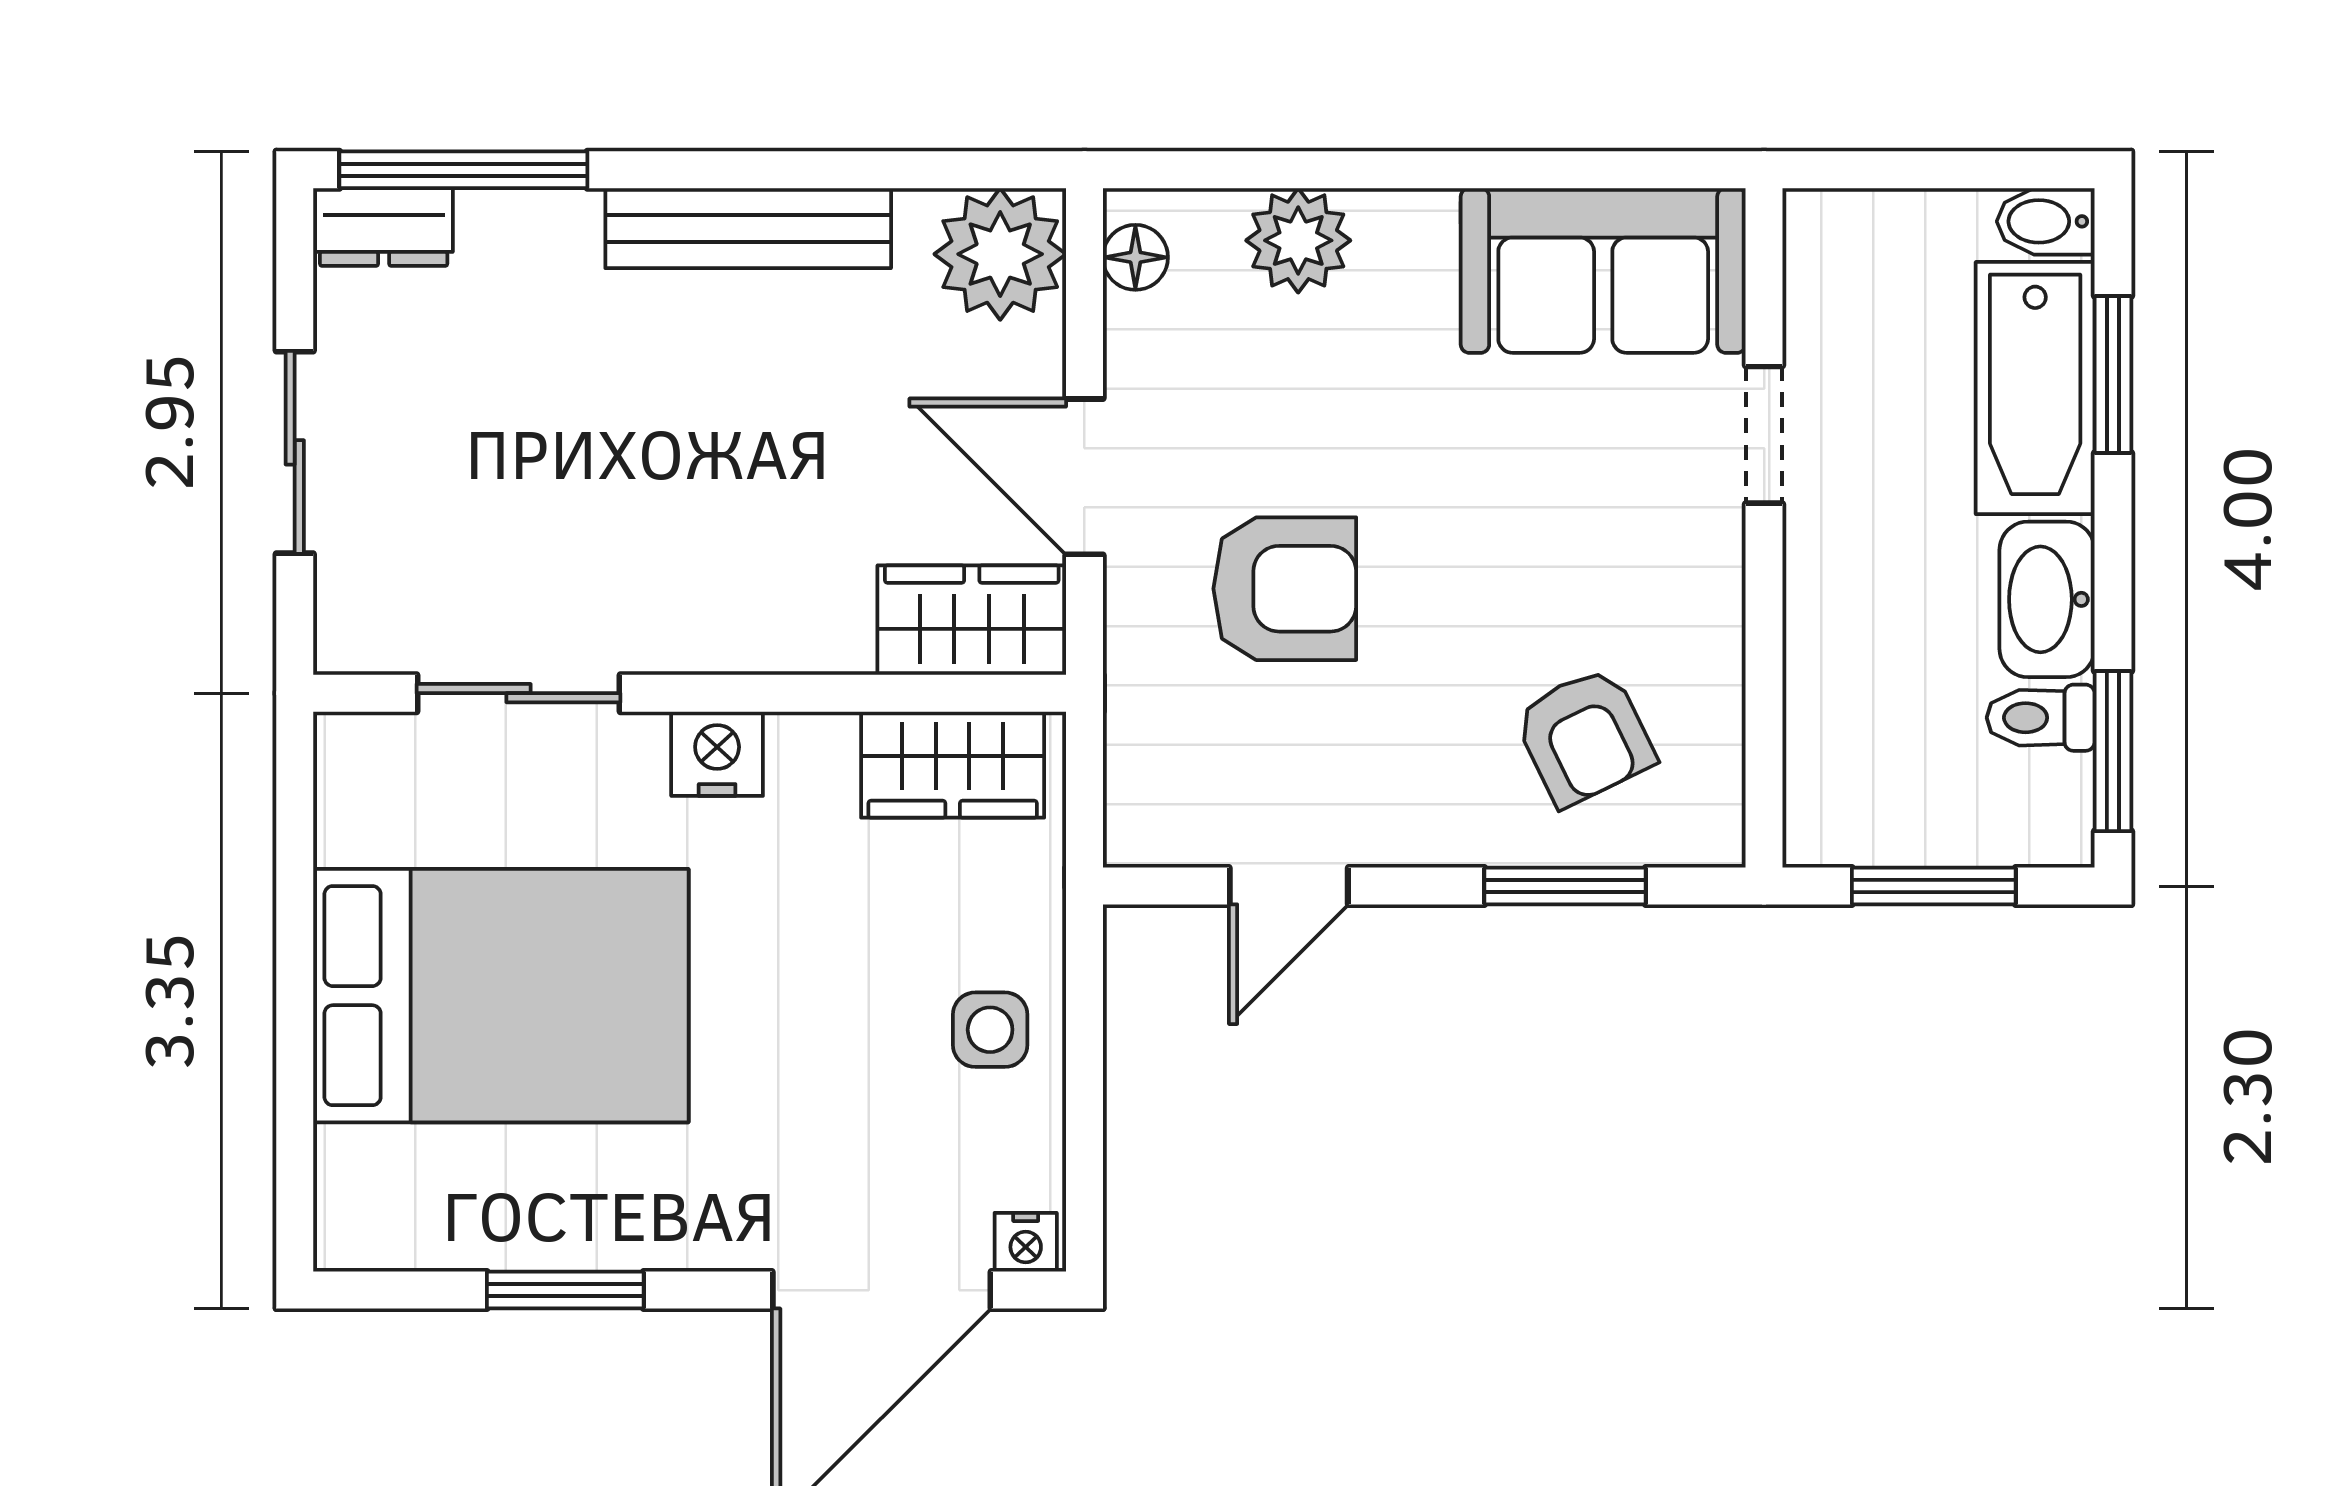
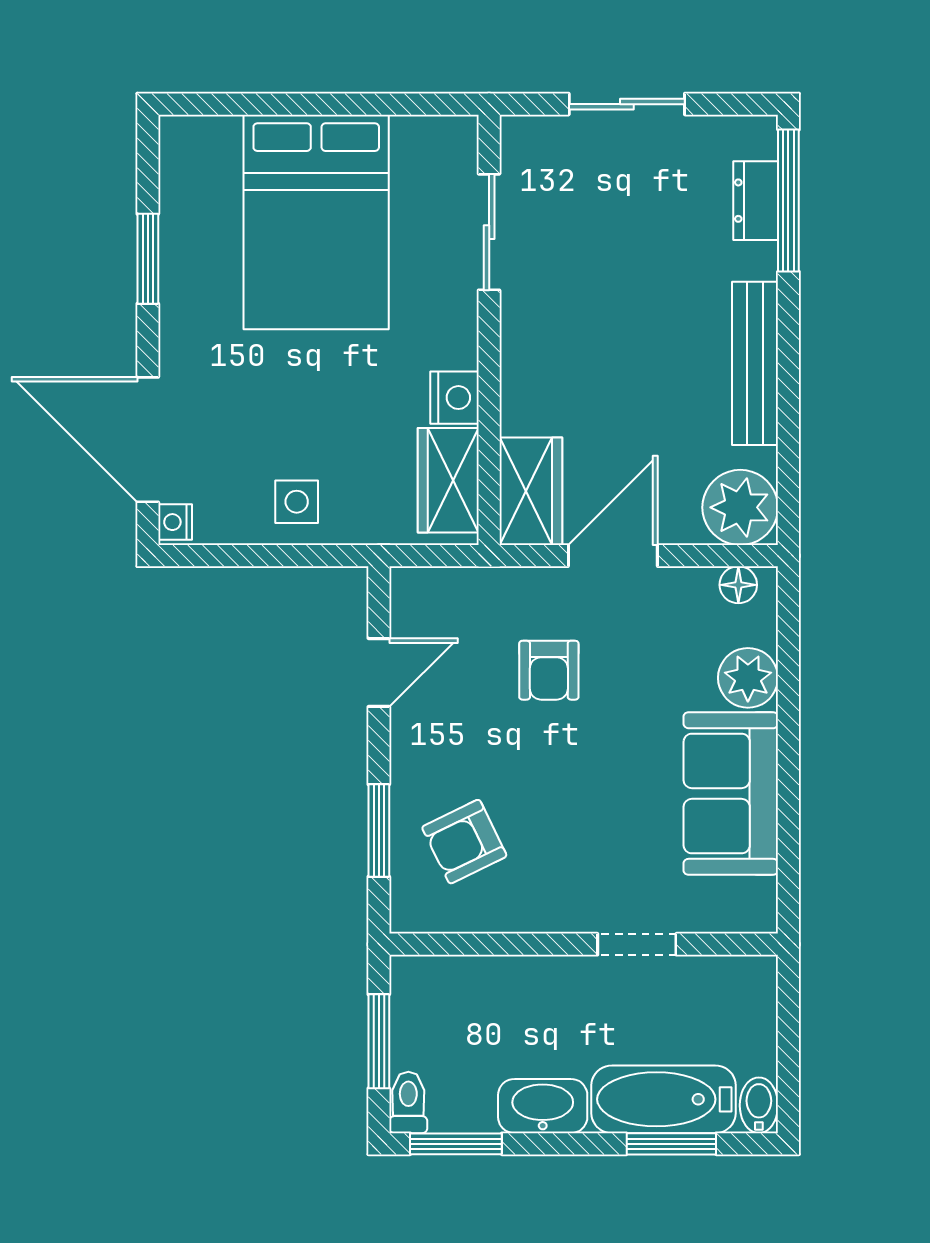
dresser: (384, 227) -> (756, 201), moved
sofa: (1603, 270) -> (731, 794), moved
armchair: (1285, 589) -> (549, 670), width x0.72, depth x0.72
toilet: (2041, 718) -> (408, 1102), moved
nightstand: (717, 754) -> (454, 398), moved
door: (1289, 886) -> (379, 672), swing flipped

